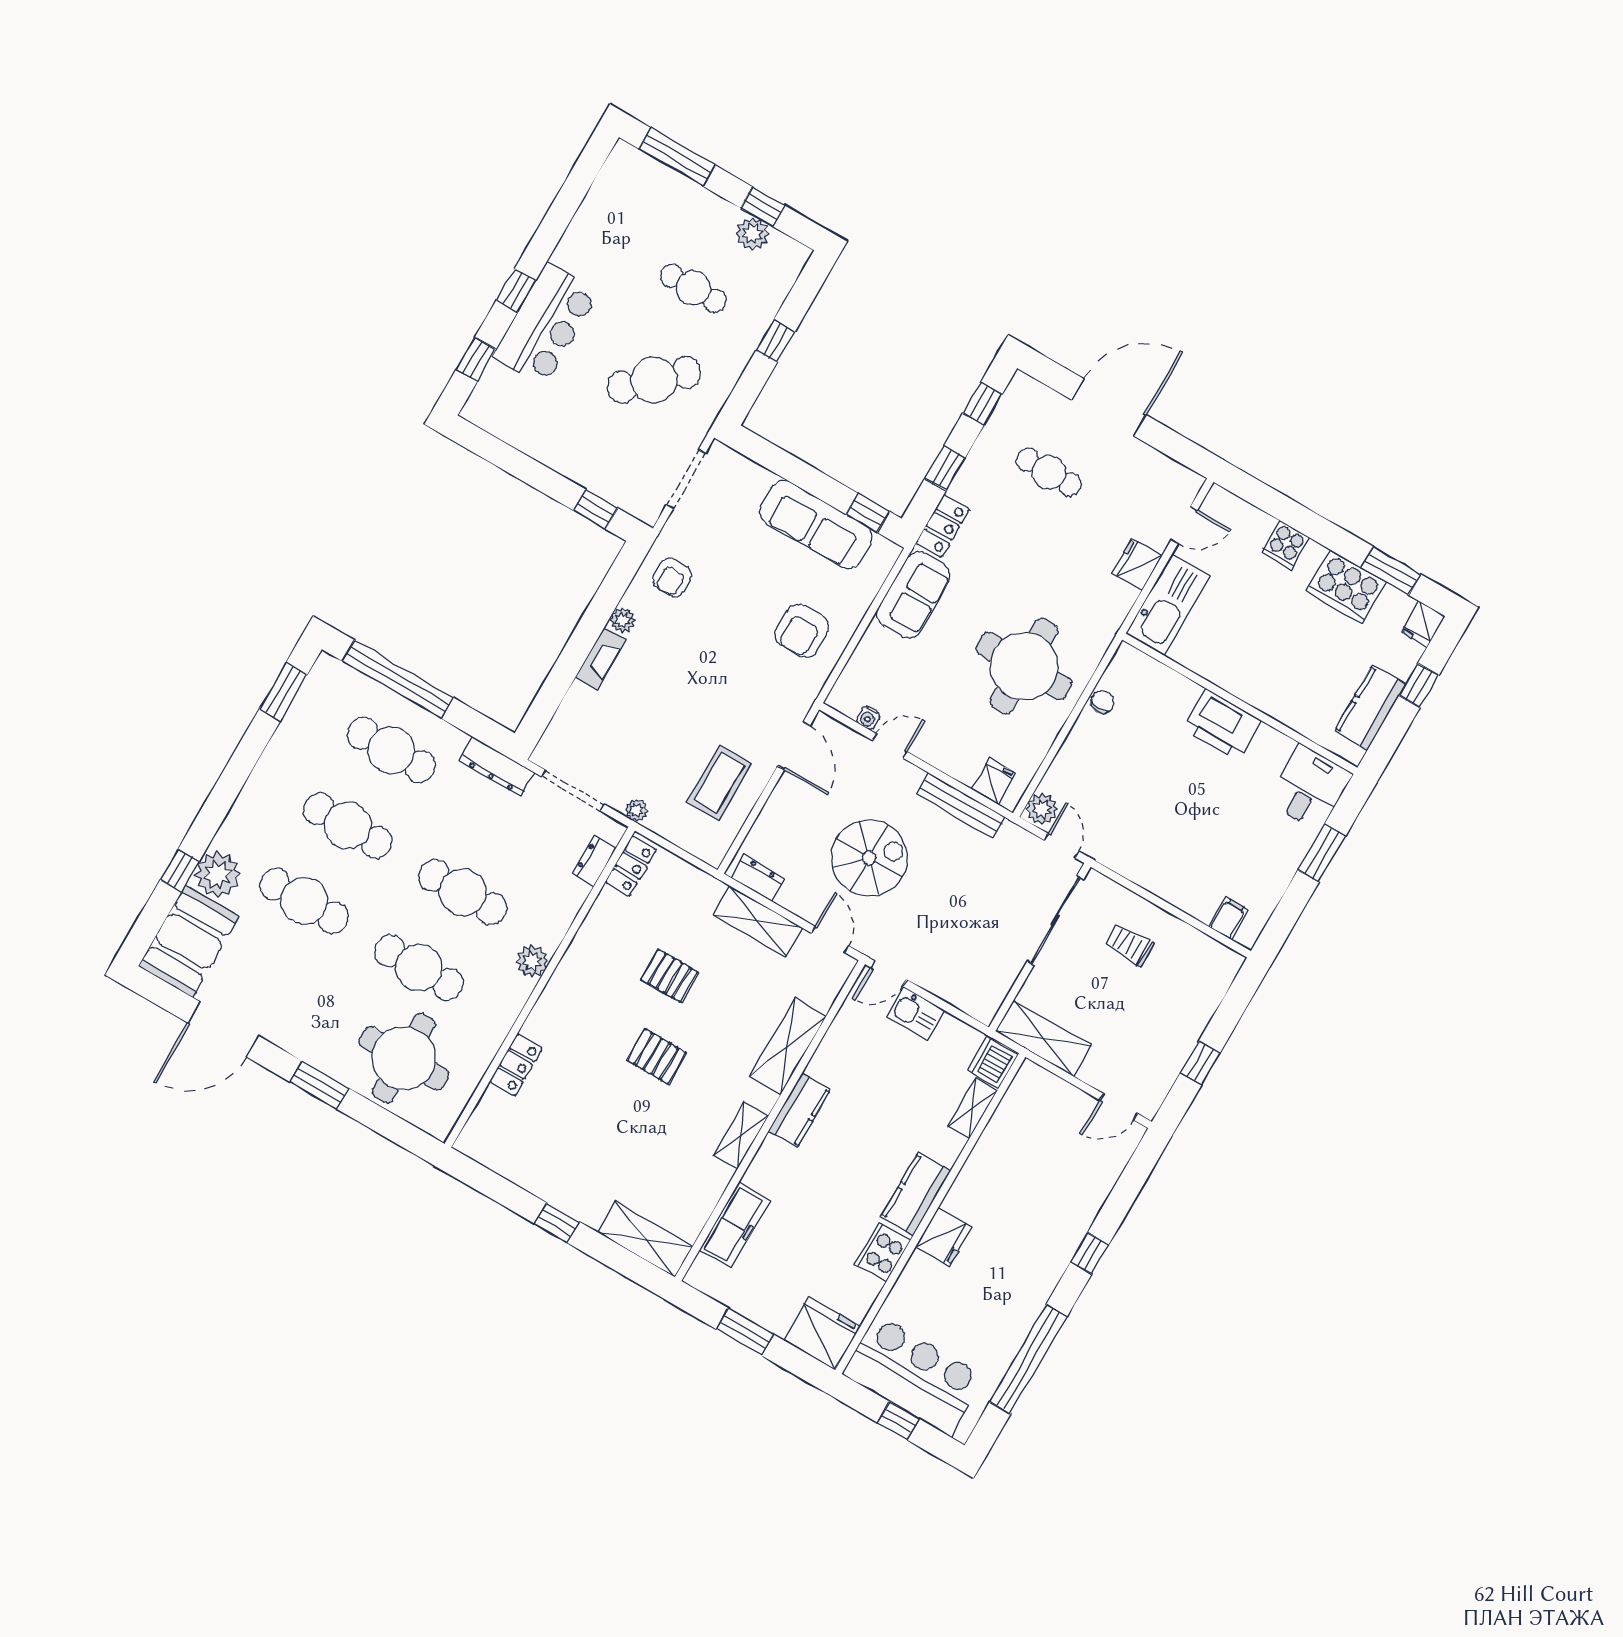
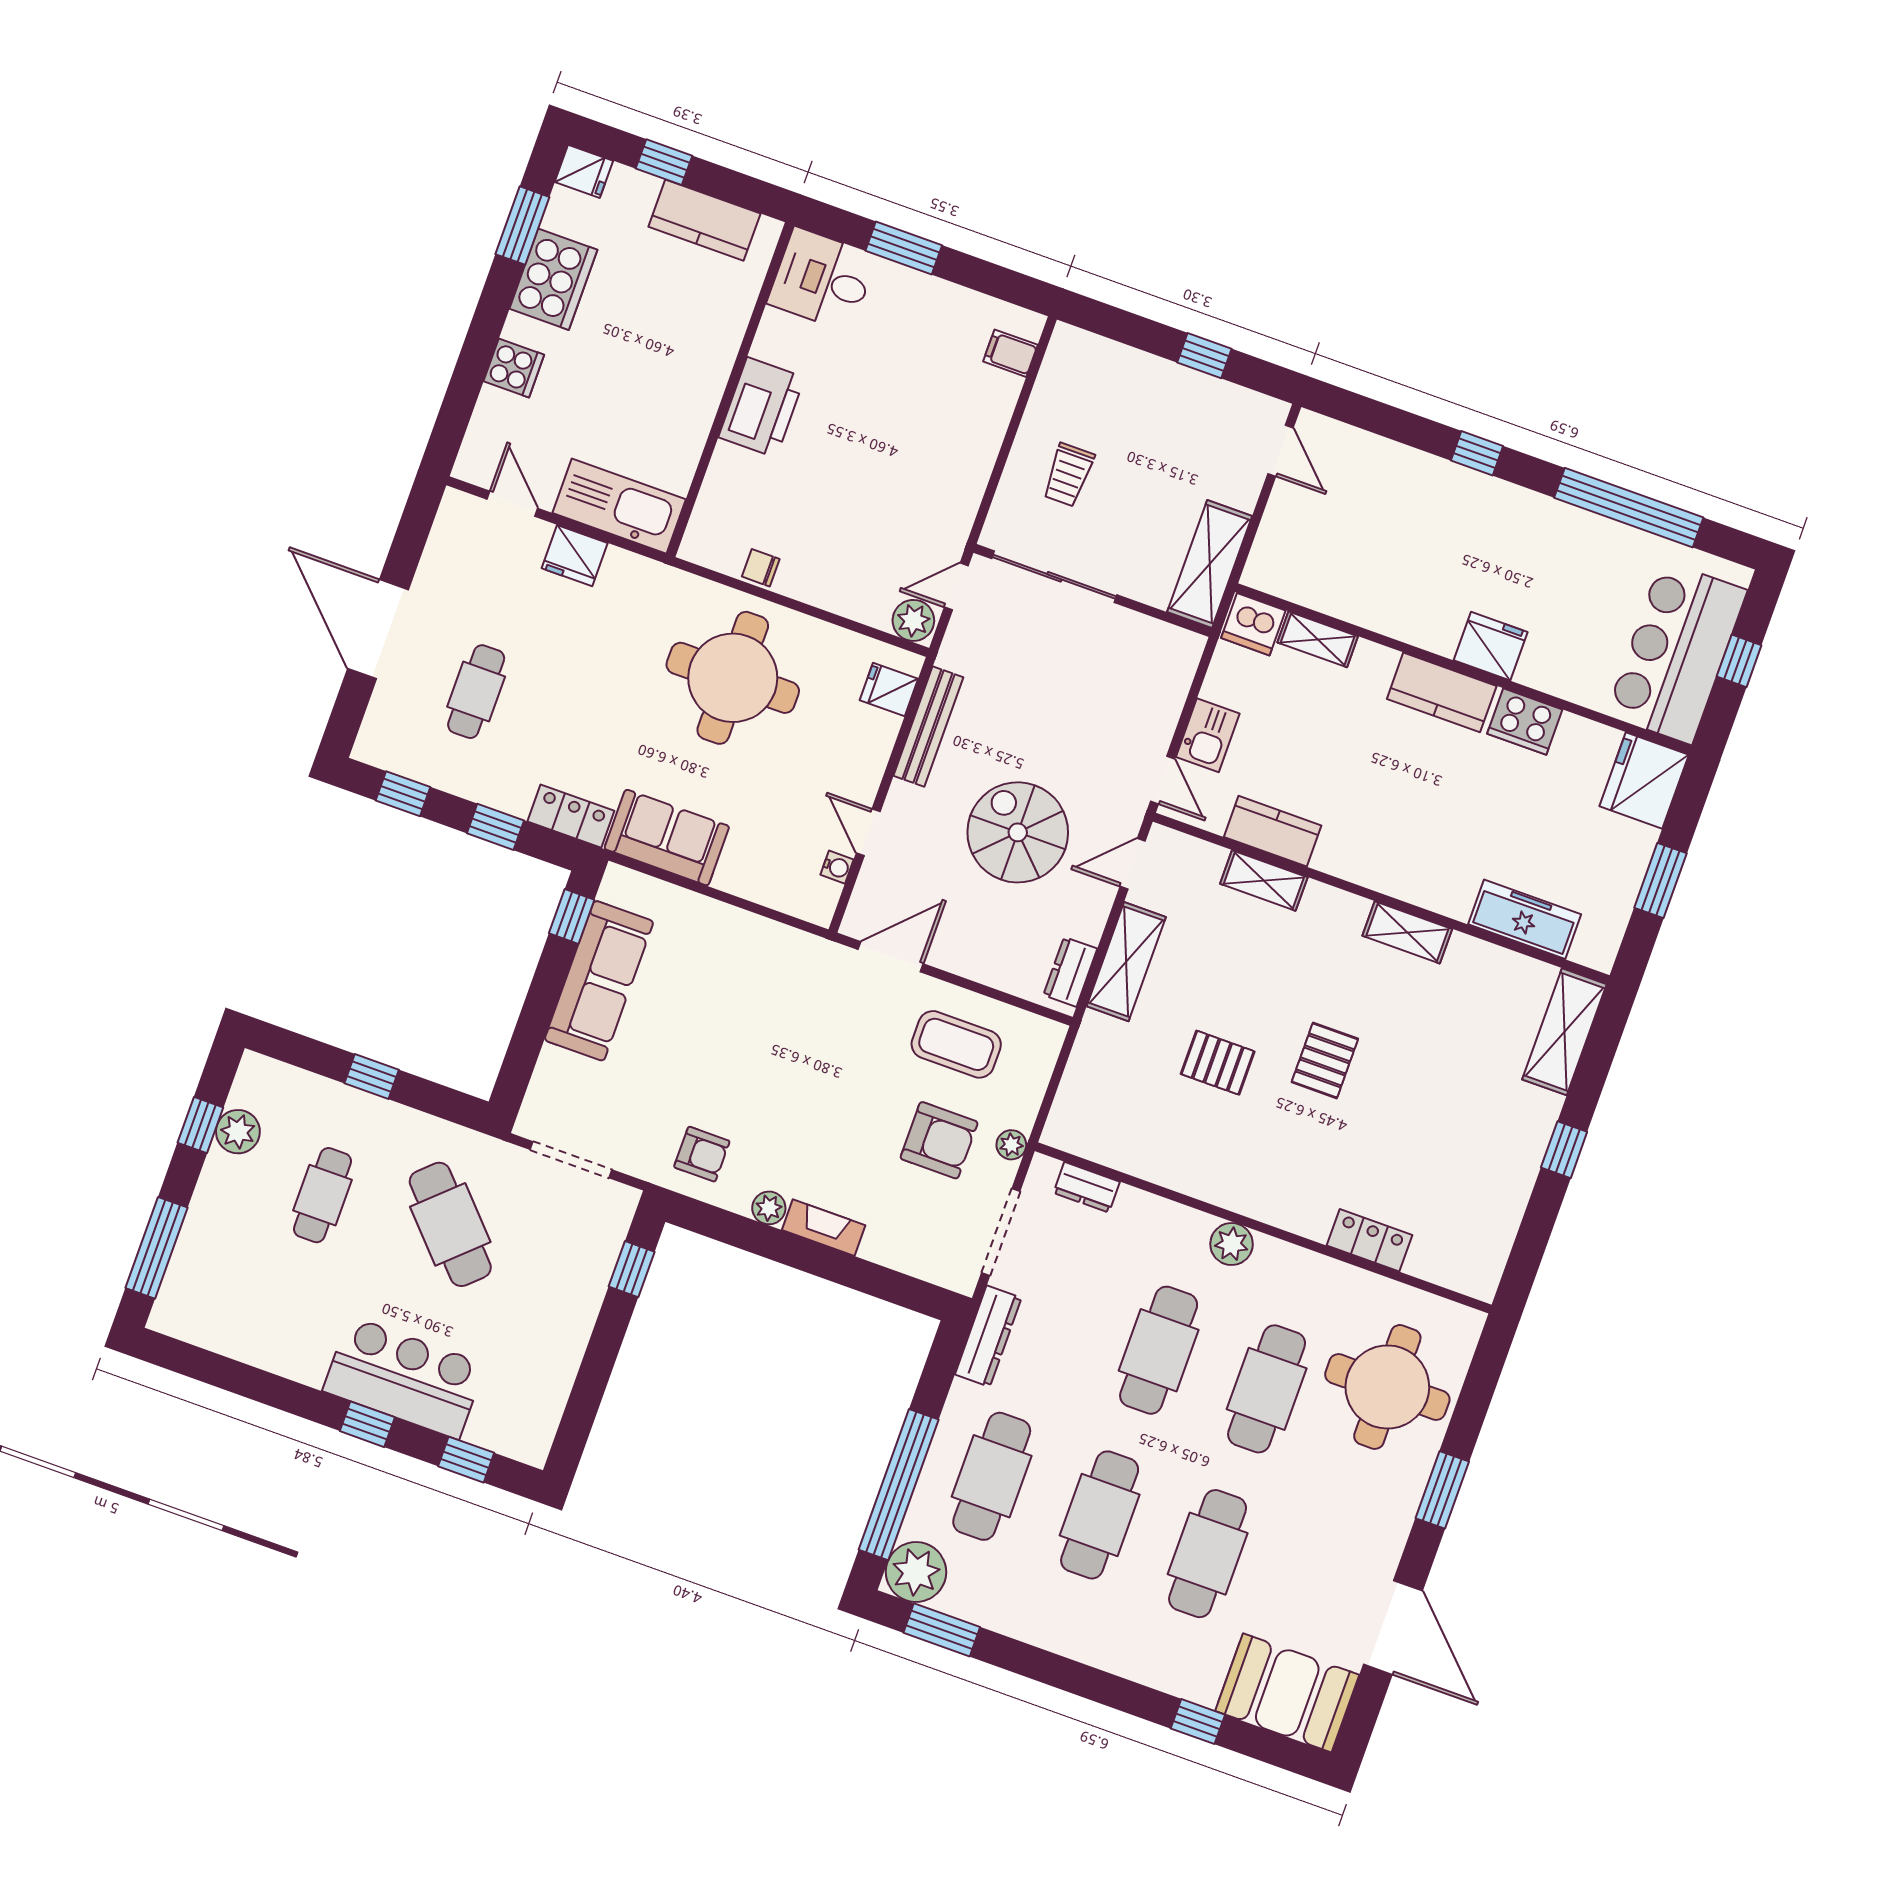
armchair: (802, 631) -> (939, 1140), moved
locker: (631, 866) -> (1085, 1139), removed
plant: (218, 875) -> (916, 1572), moved
pallet: (670, 976) -> (1218, 1063), turned 90
shelving: (788, 1046) -> (1264, 881), width x0.67, depth x0.75
kitchen counter: (799, 1110) -> (1273, 831), moved

